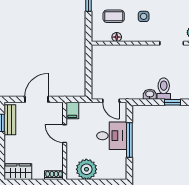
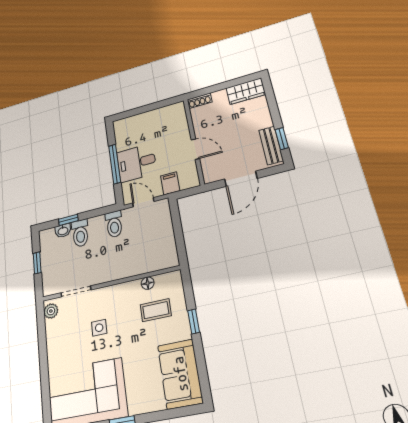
side table: (144, 16) -> (99, 328), moved
toilet: (136, 89) -> (114, 224), added
washbasin: (150, 94) -> (63, 231), moved
filing cabinet: (72, 111) -> (170, 183), moved
plant: (86, 169) -> (161, 118), removed

